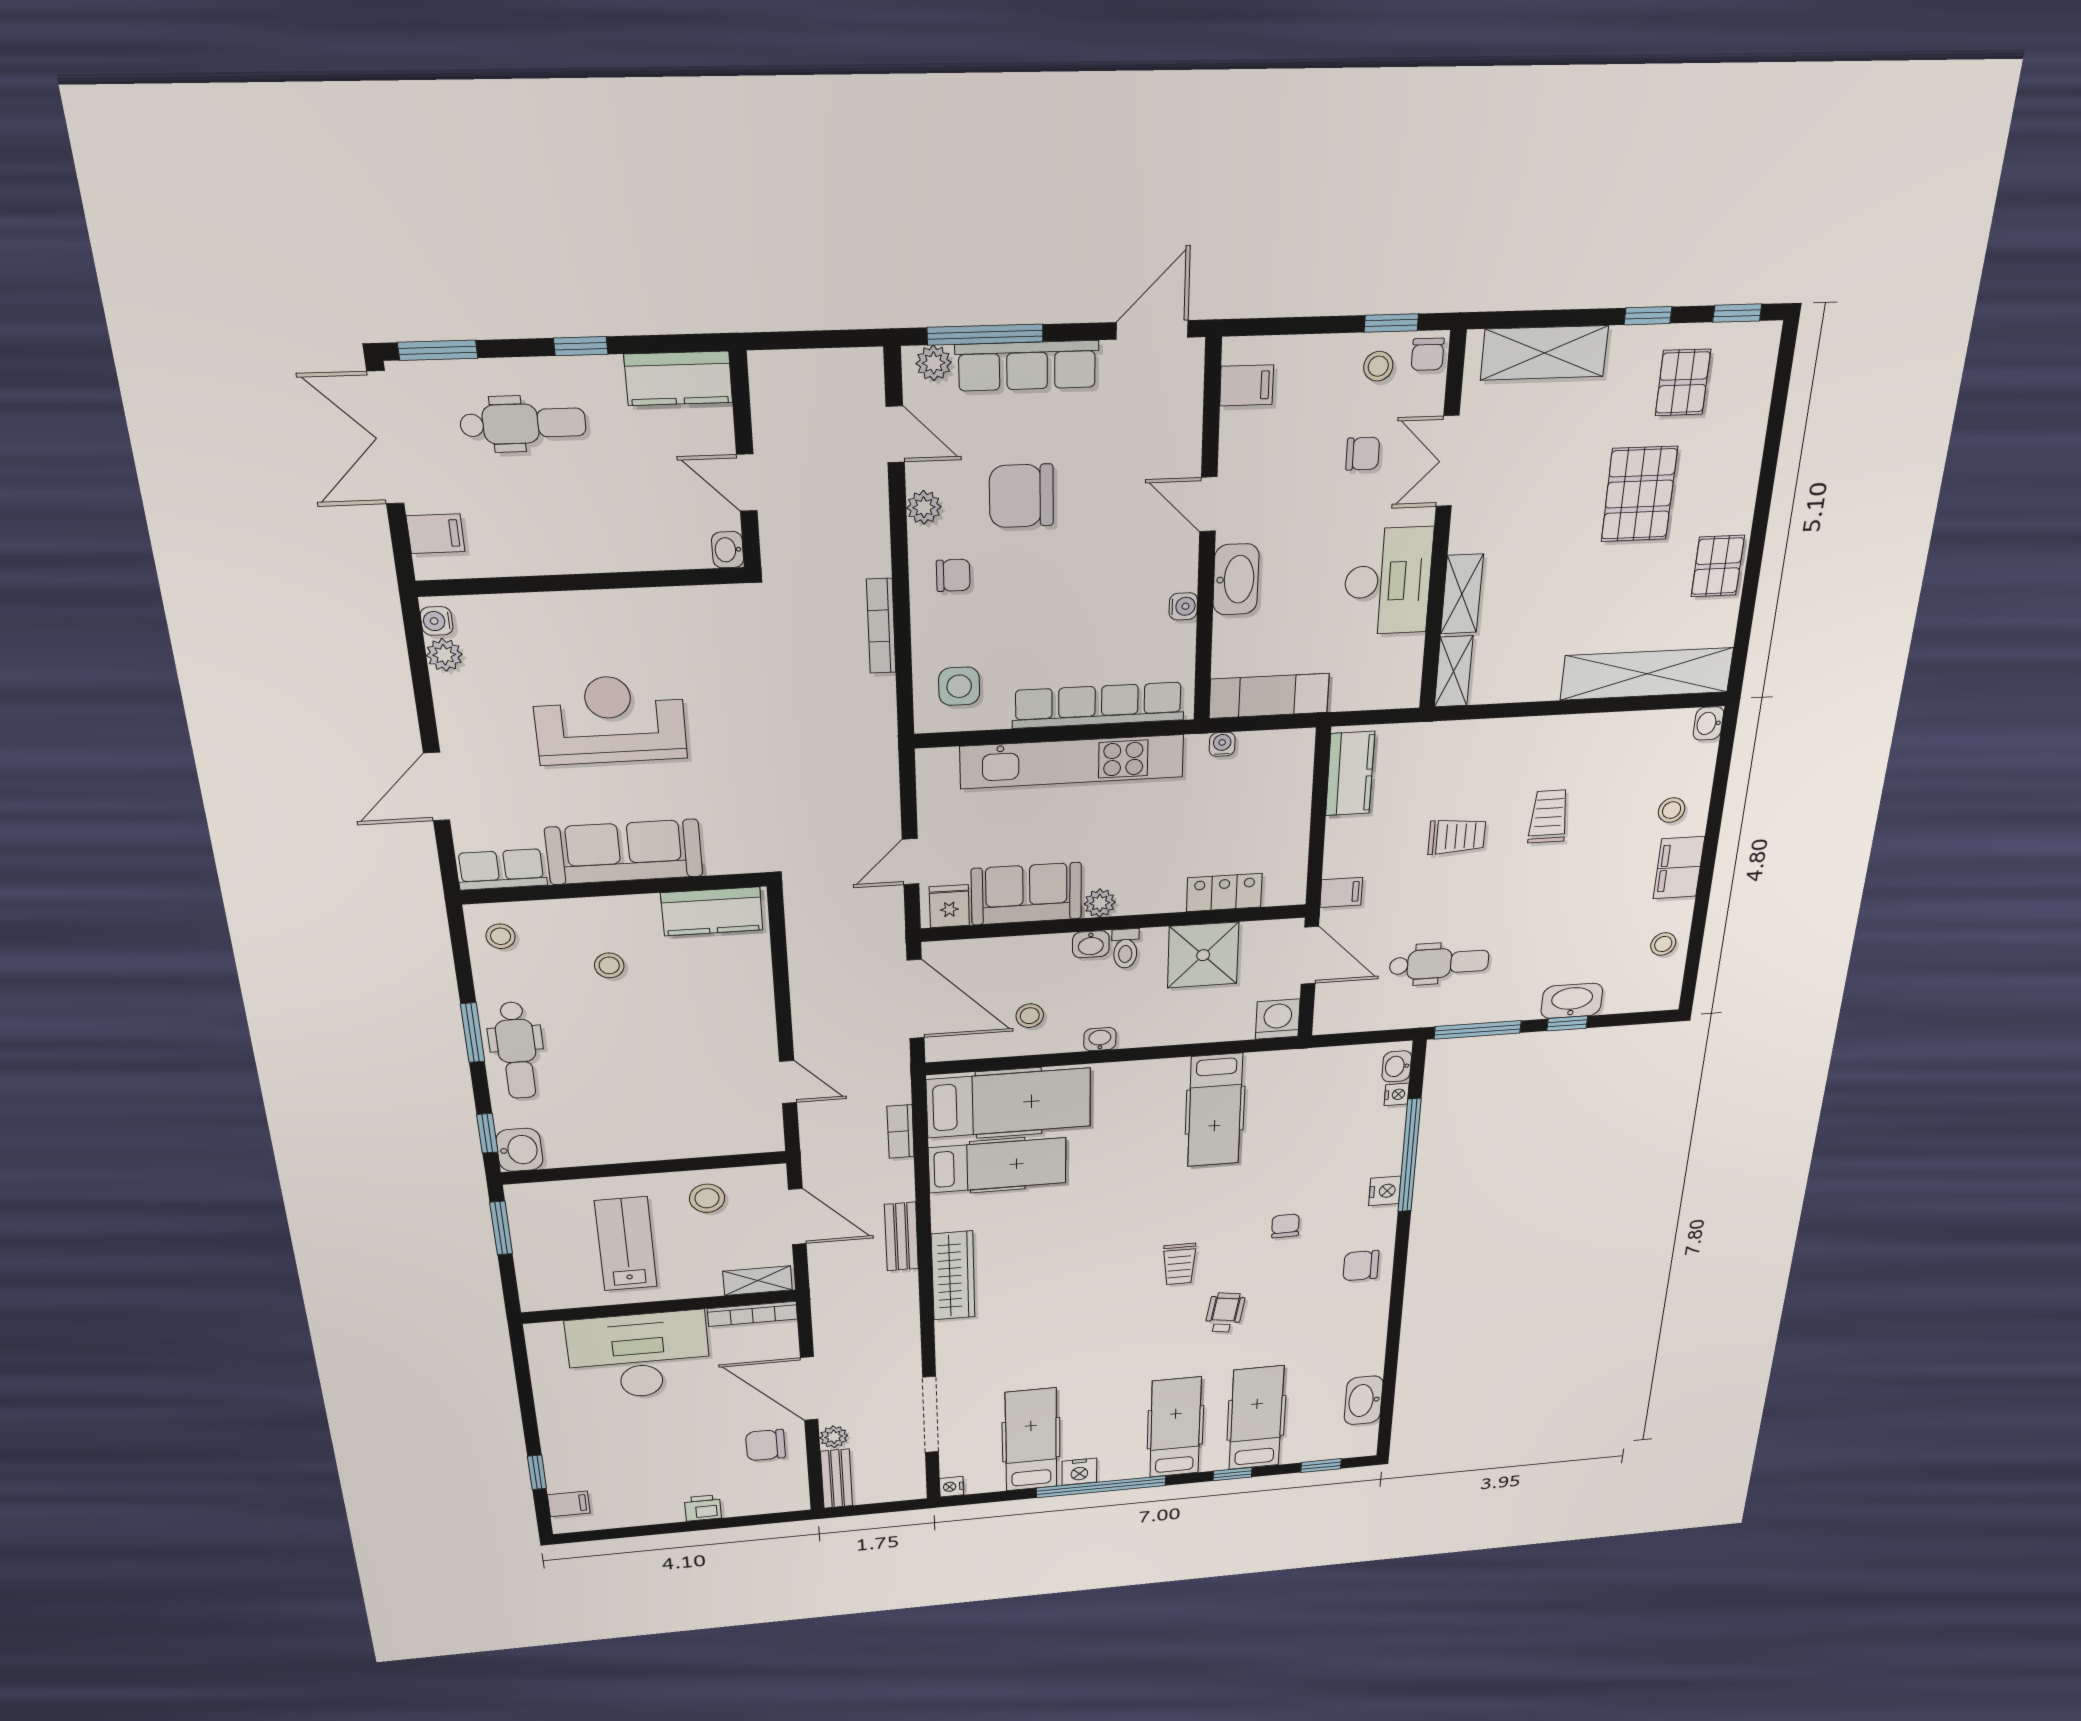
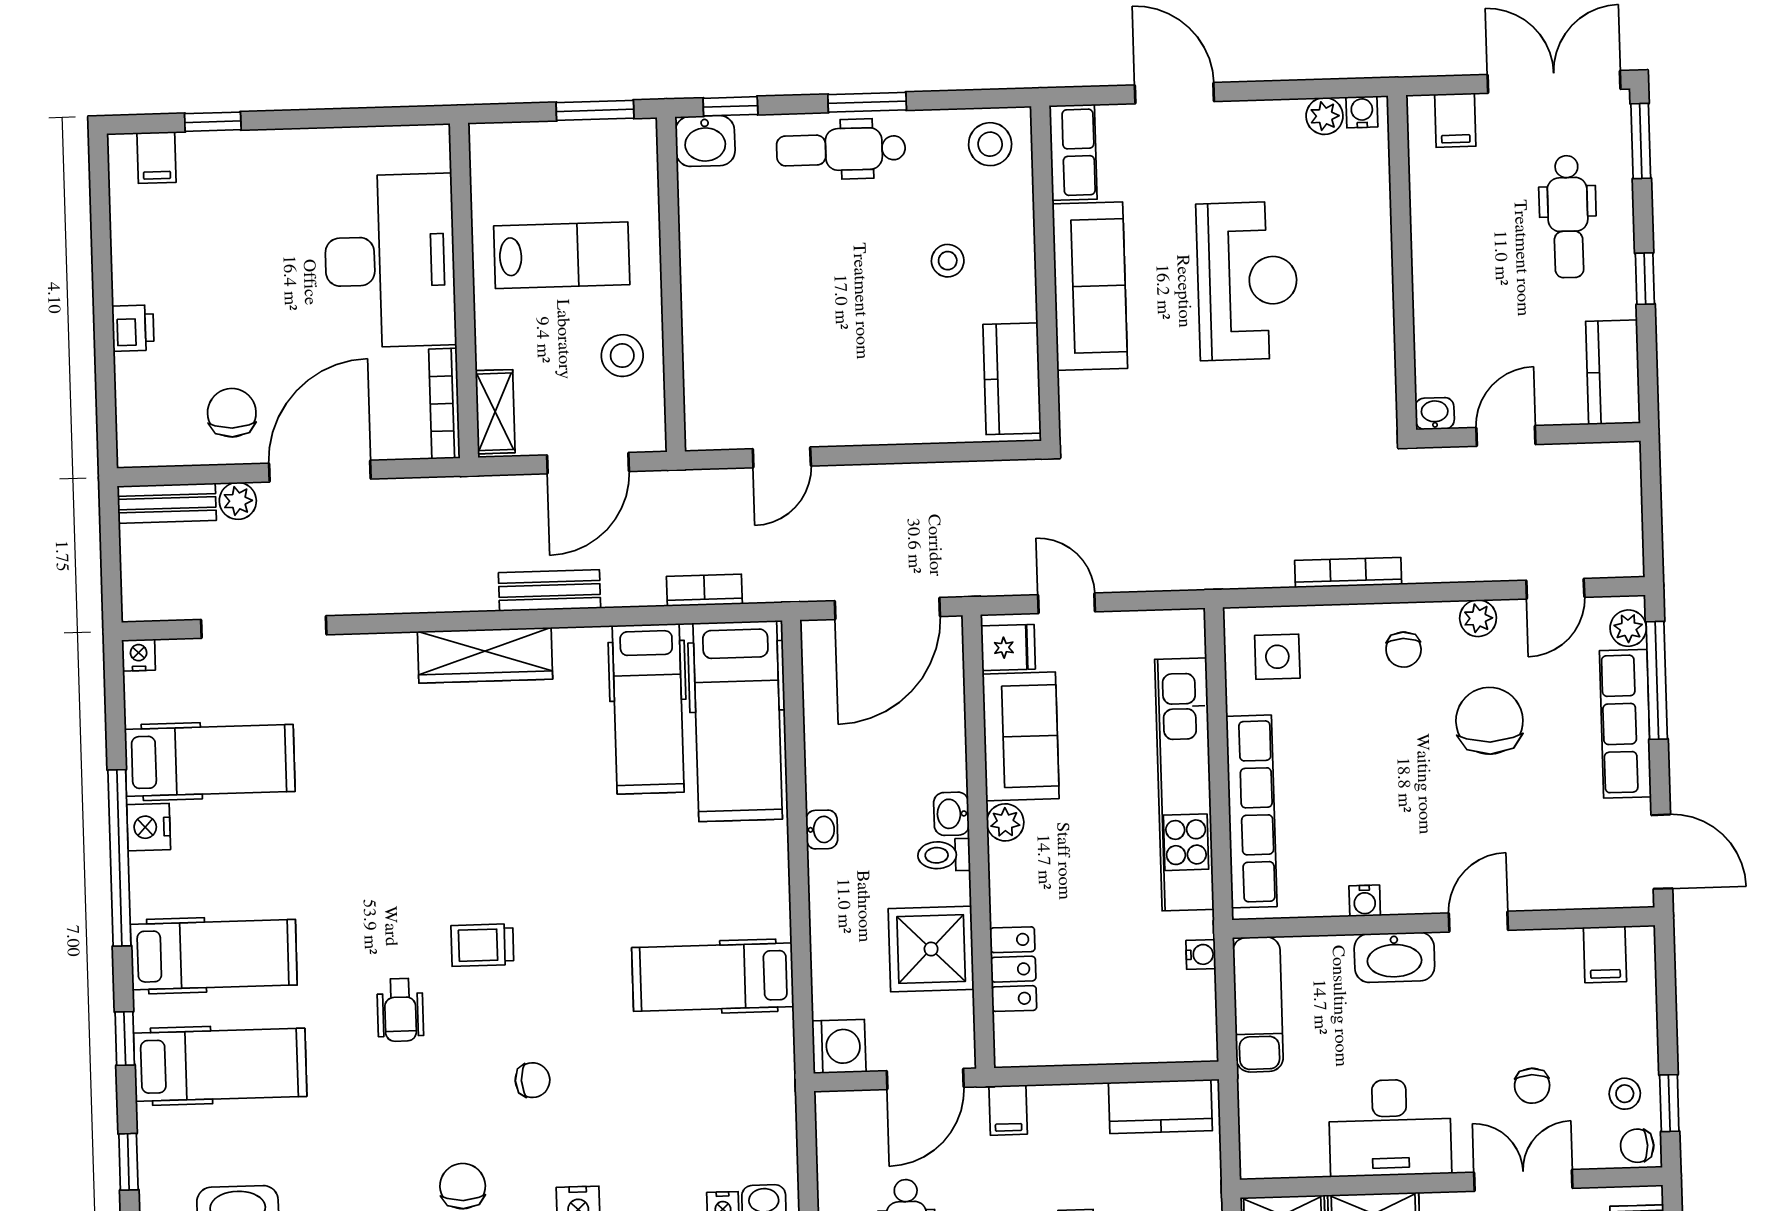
stool: (501, 936) -> (990, 144), width x1.37, depth x1.37
stool: (1030, 1016) -> (858, 744), removed
wheelchair: (1225, 1313) -> (400, 1010), turned 81

